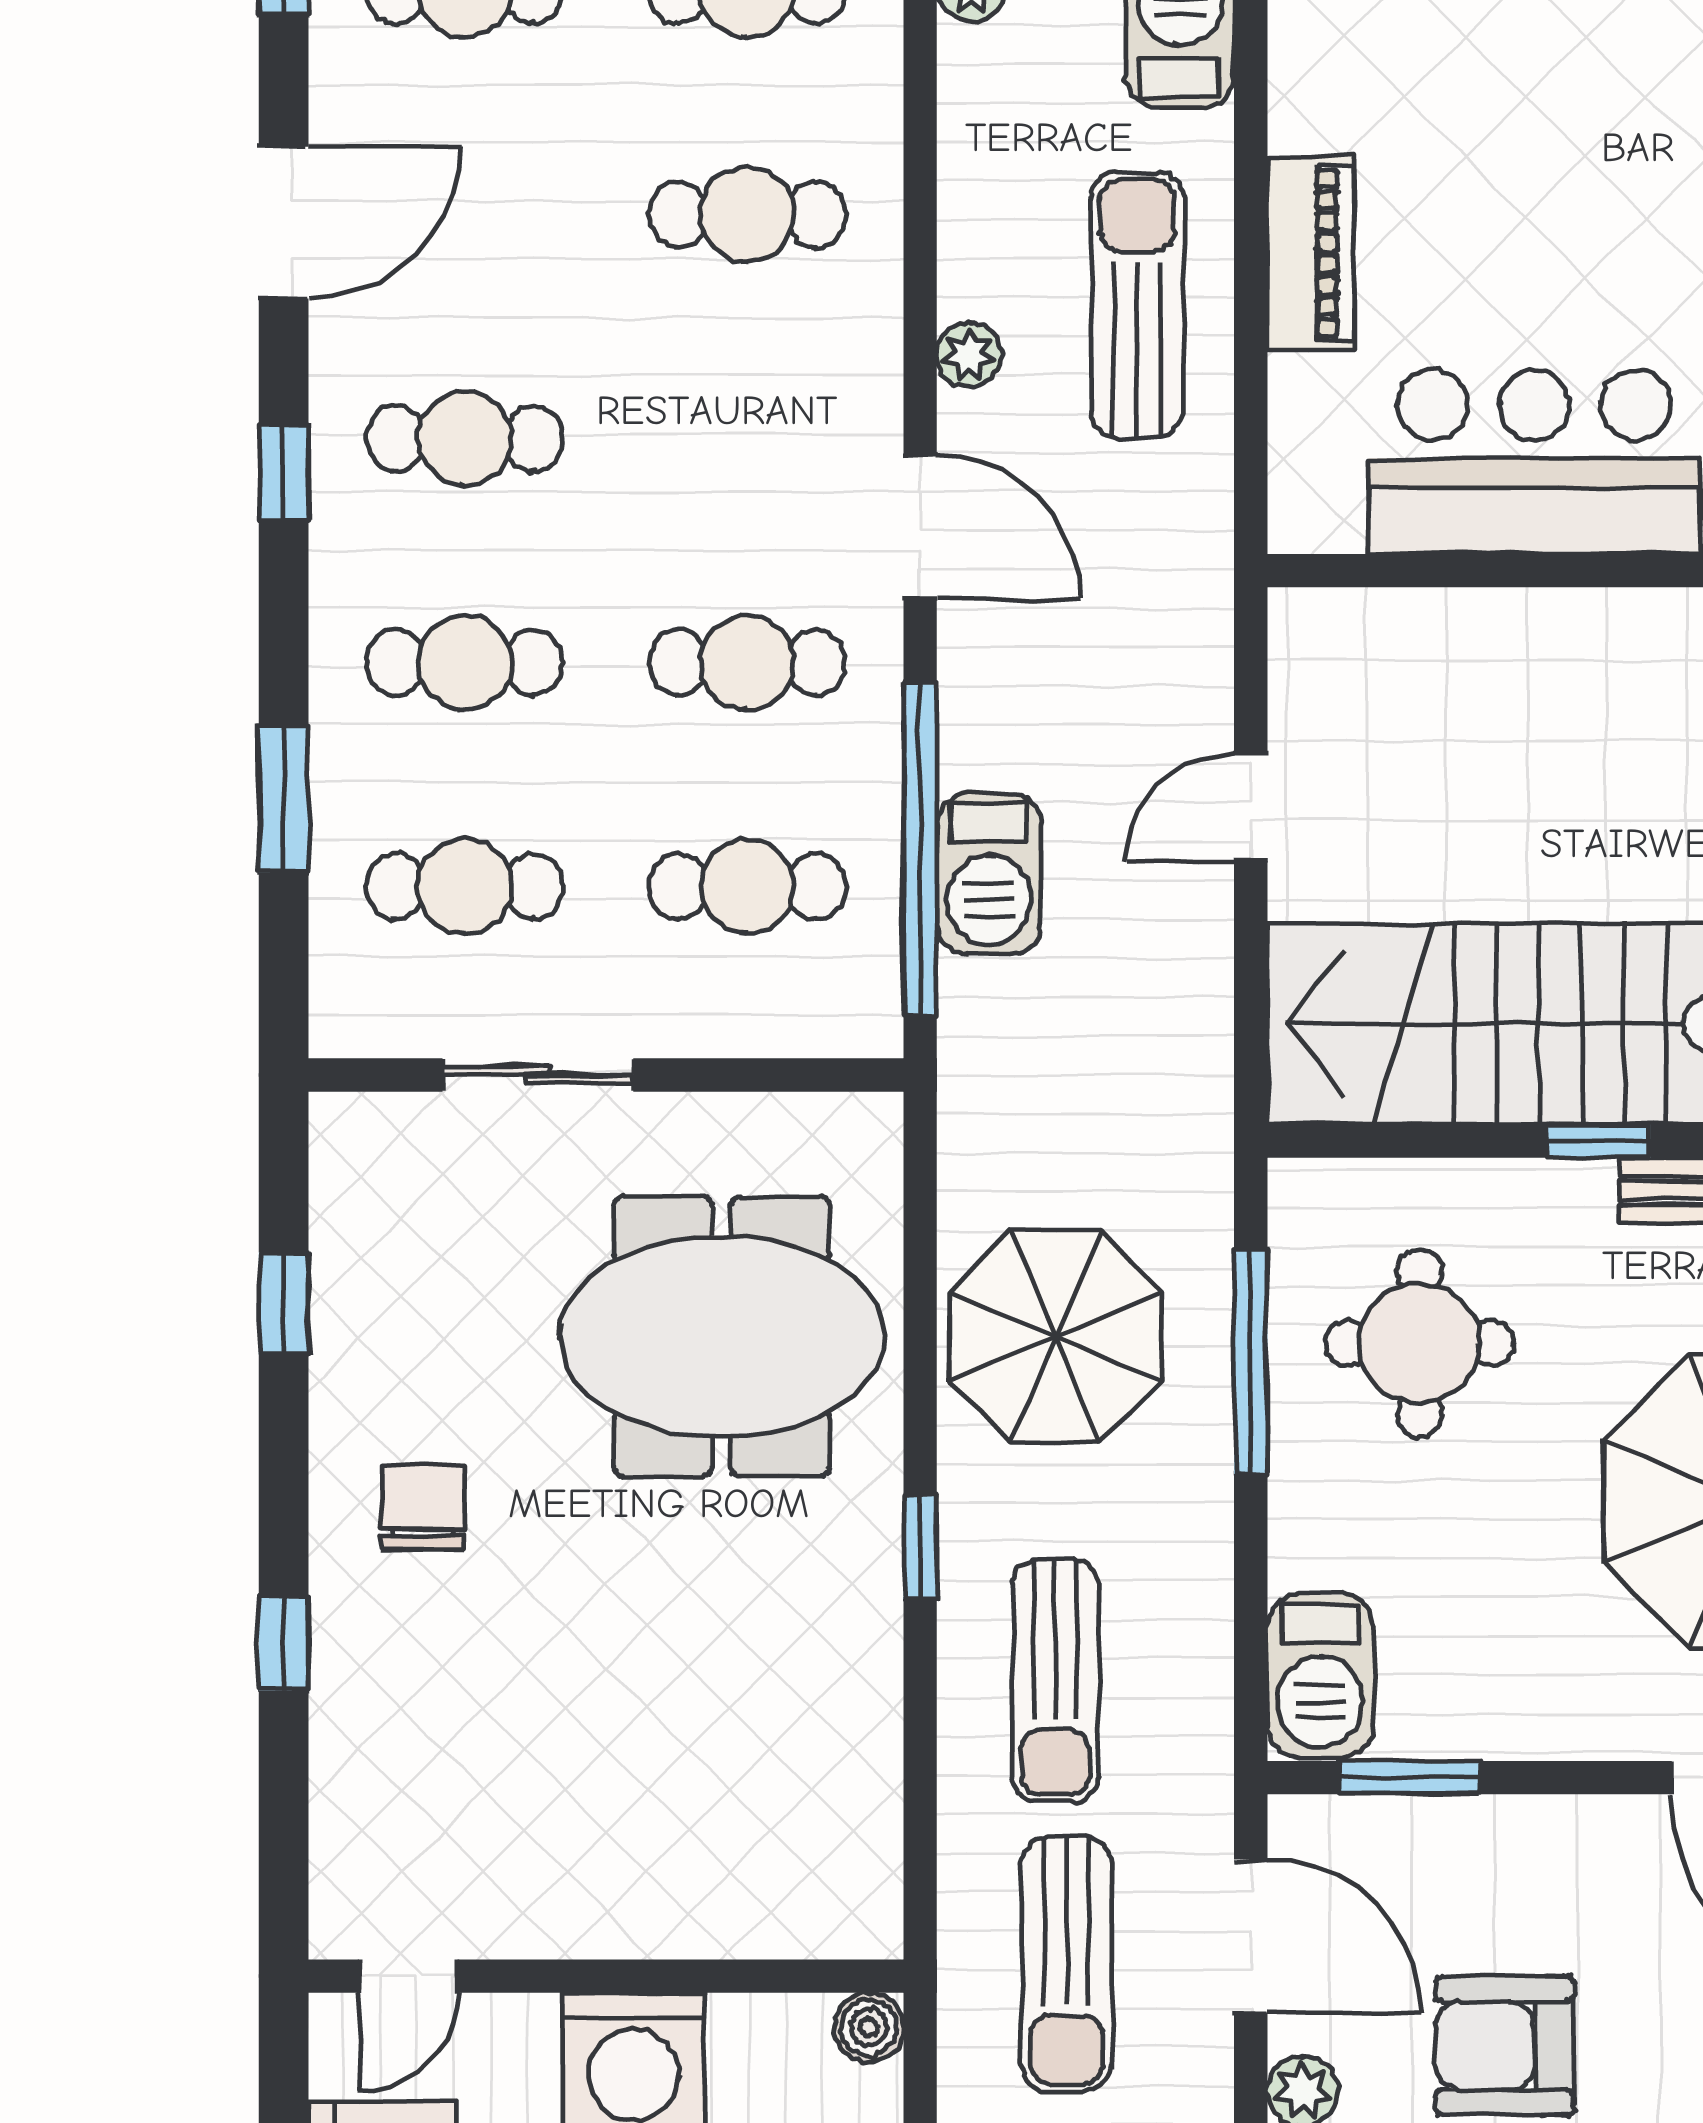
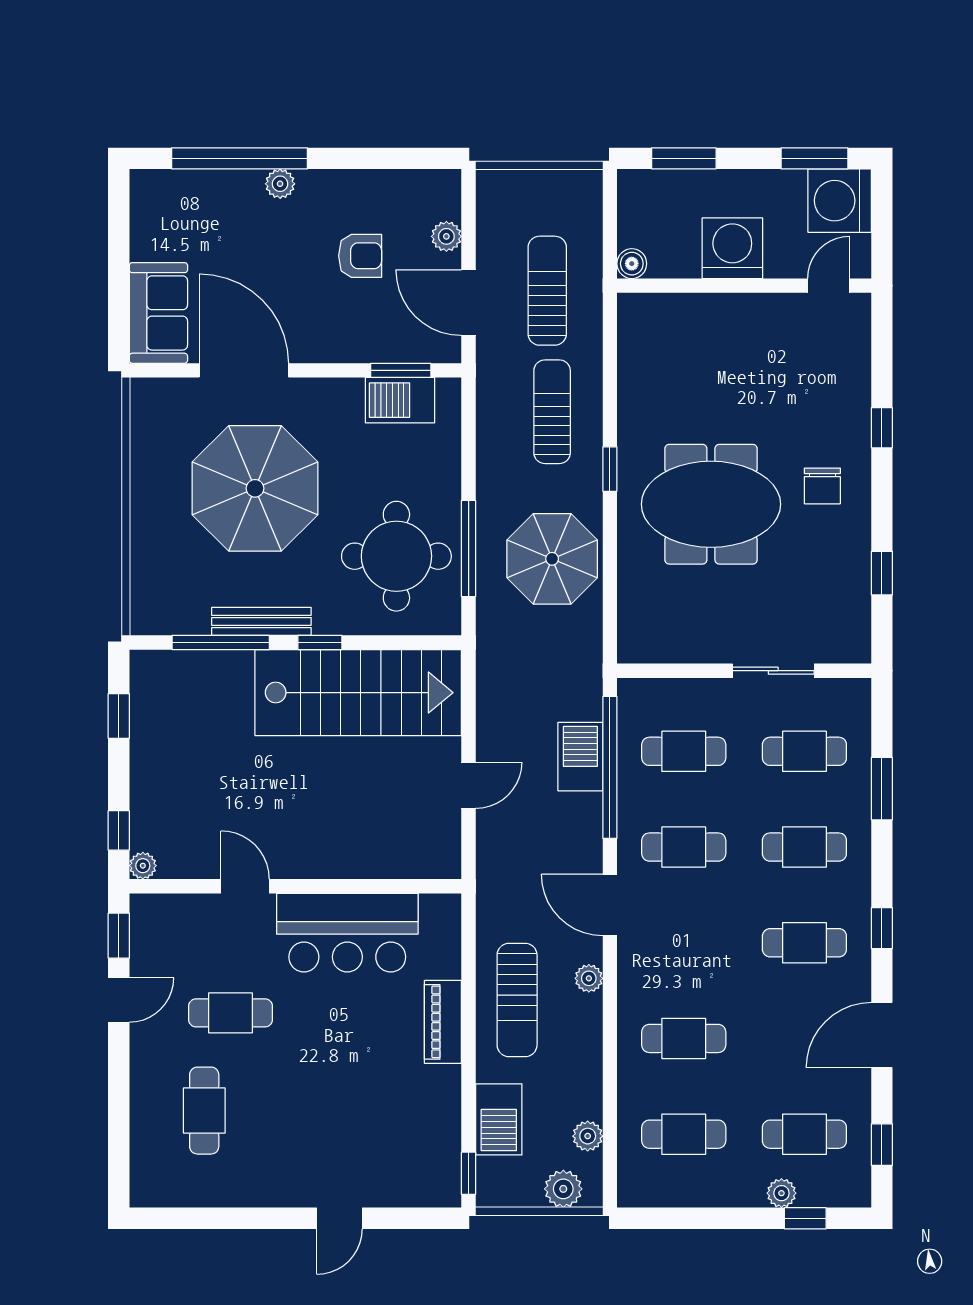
meeting table: (722, 1336) -> (711, 504), moved
round table: (1419, 1343) -> (396, 556), width x1.36, depth x1.36
barbecue: (1320, 1676) -> (400, 400), moved, turned -90
armchair: (1504, 2046) -> (360, 256), width x0.72, depth x0.72

